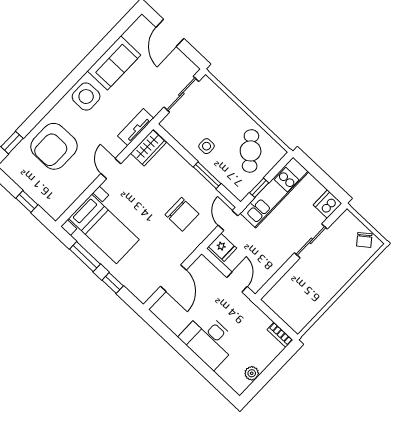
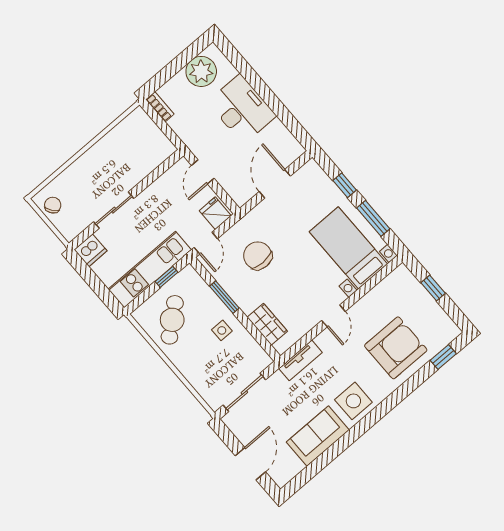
wardrobe: (148, 148) -> (267, 324), moved, turned 90
plant: (252, 373) -> (201, 71), width x1.88, depth x1.88

